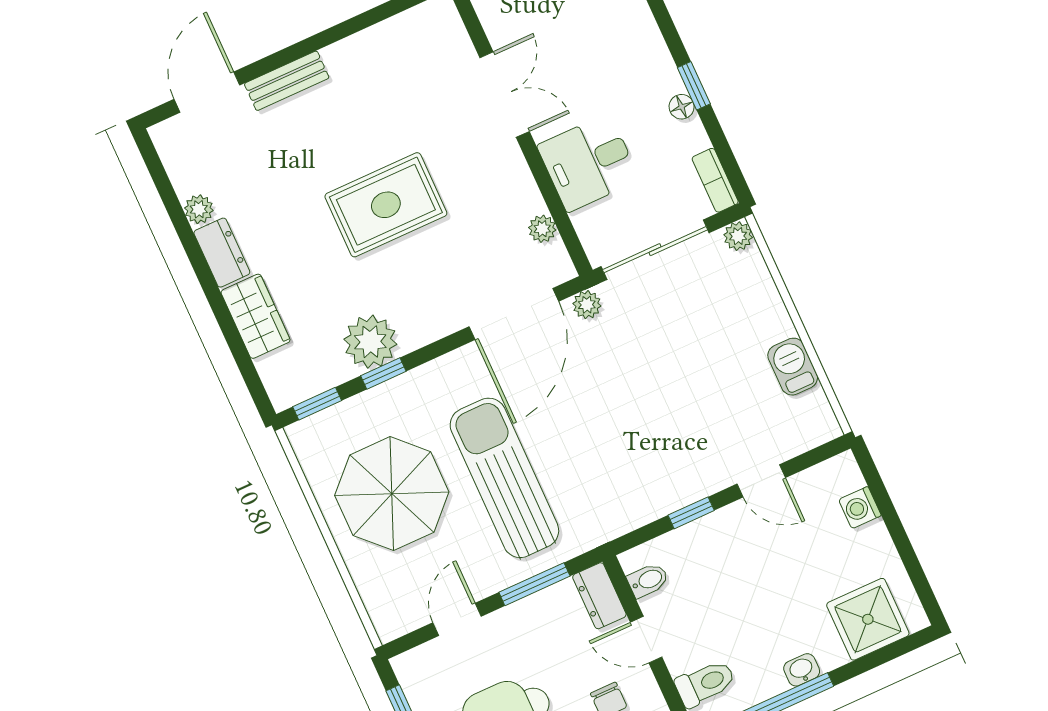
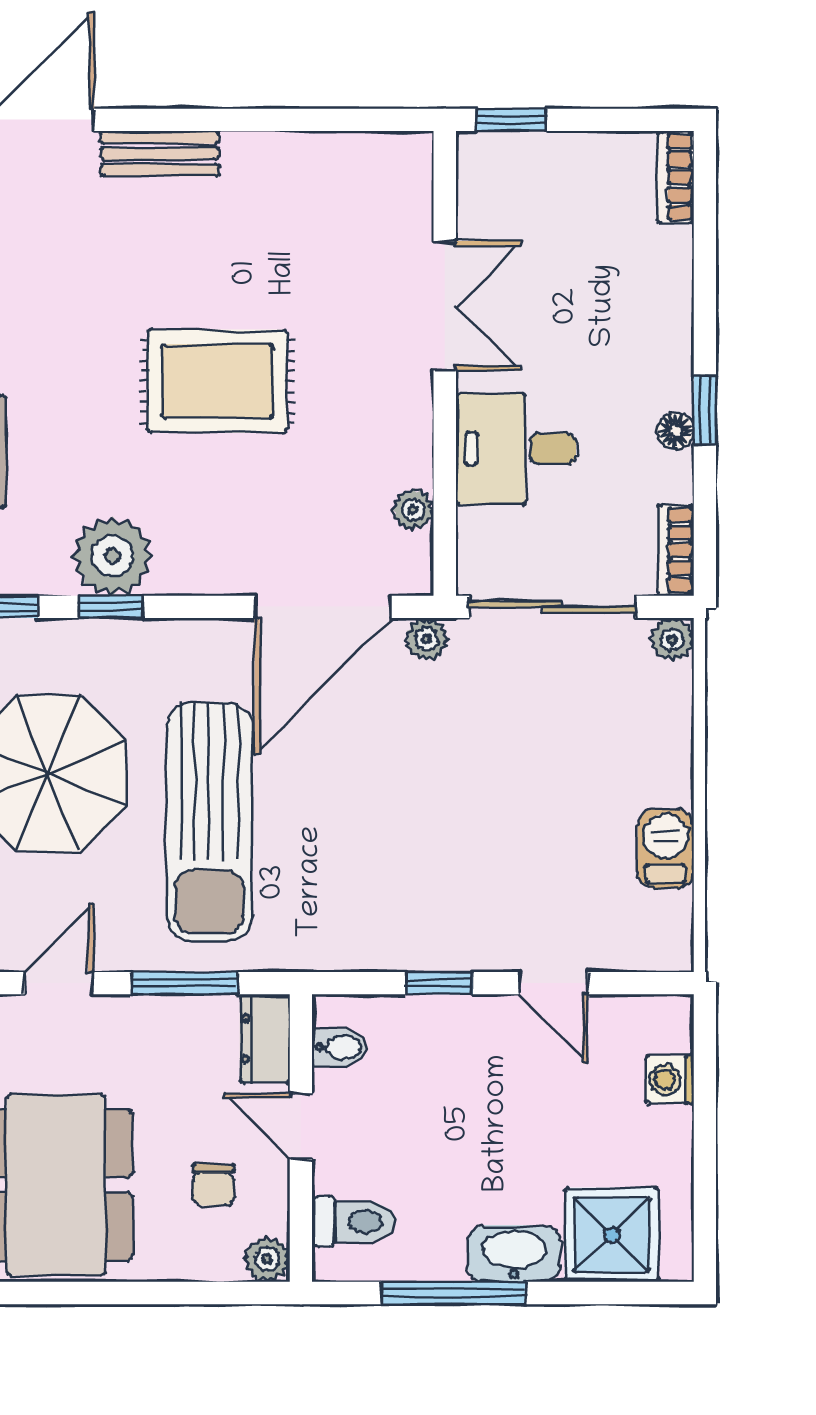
sun lounger: (504, 478) -> (209, 822), turned 180
washbasin: (802, 670) -> (514, 1254), width x1.91, depth x1.45

